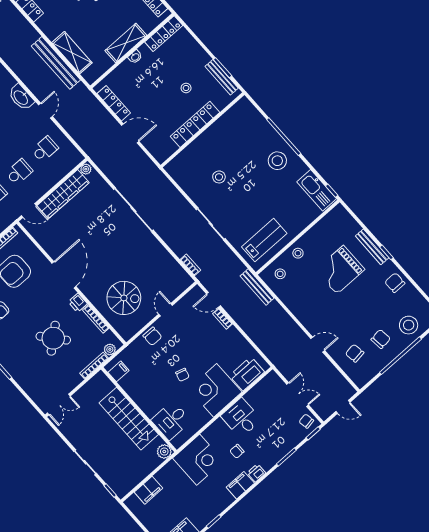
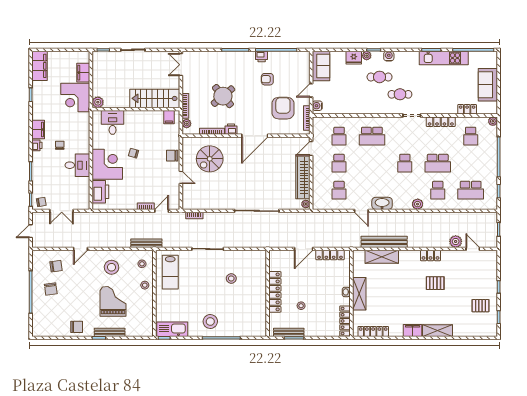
door: (64, 275) -> (255, 136), hinge flipped
stool: (409, 325) -> (112, 267), moved
stairs: (129, 419) -> (155, 98), moved
corner desk: (198, 460) -> (75, 97), moved

